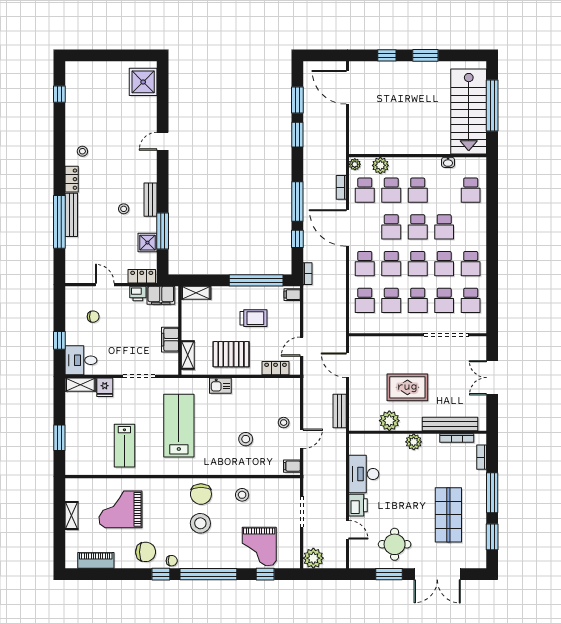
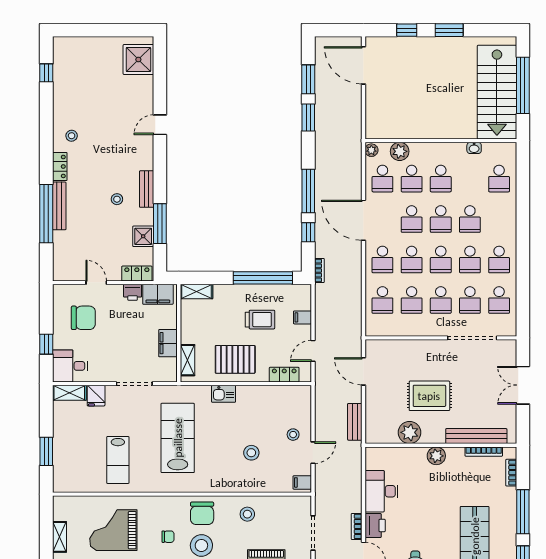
bookcase: (341, 187) -> (357, 526), moved
filing cabinet: (292, 295) -> (302, 317), moved
chair: (93, 317) -> (83, 318), width x1.87, depth x1.87
chair: (170, 515) -> (168, 537), added

